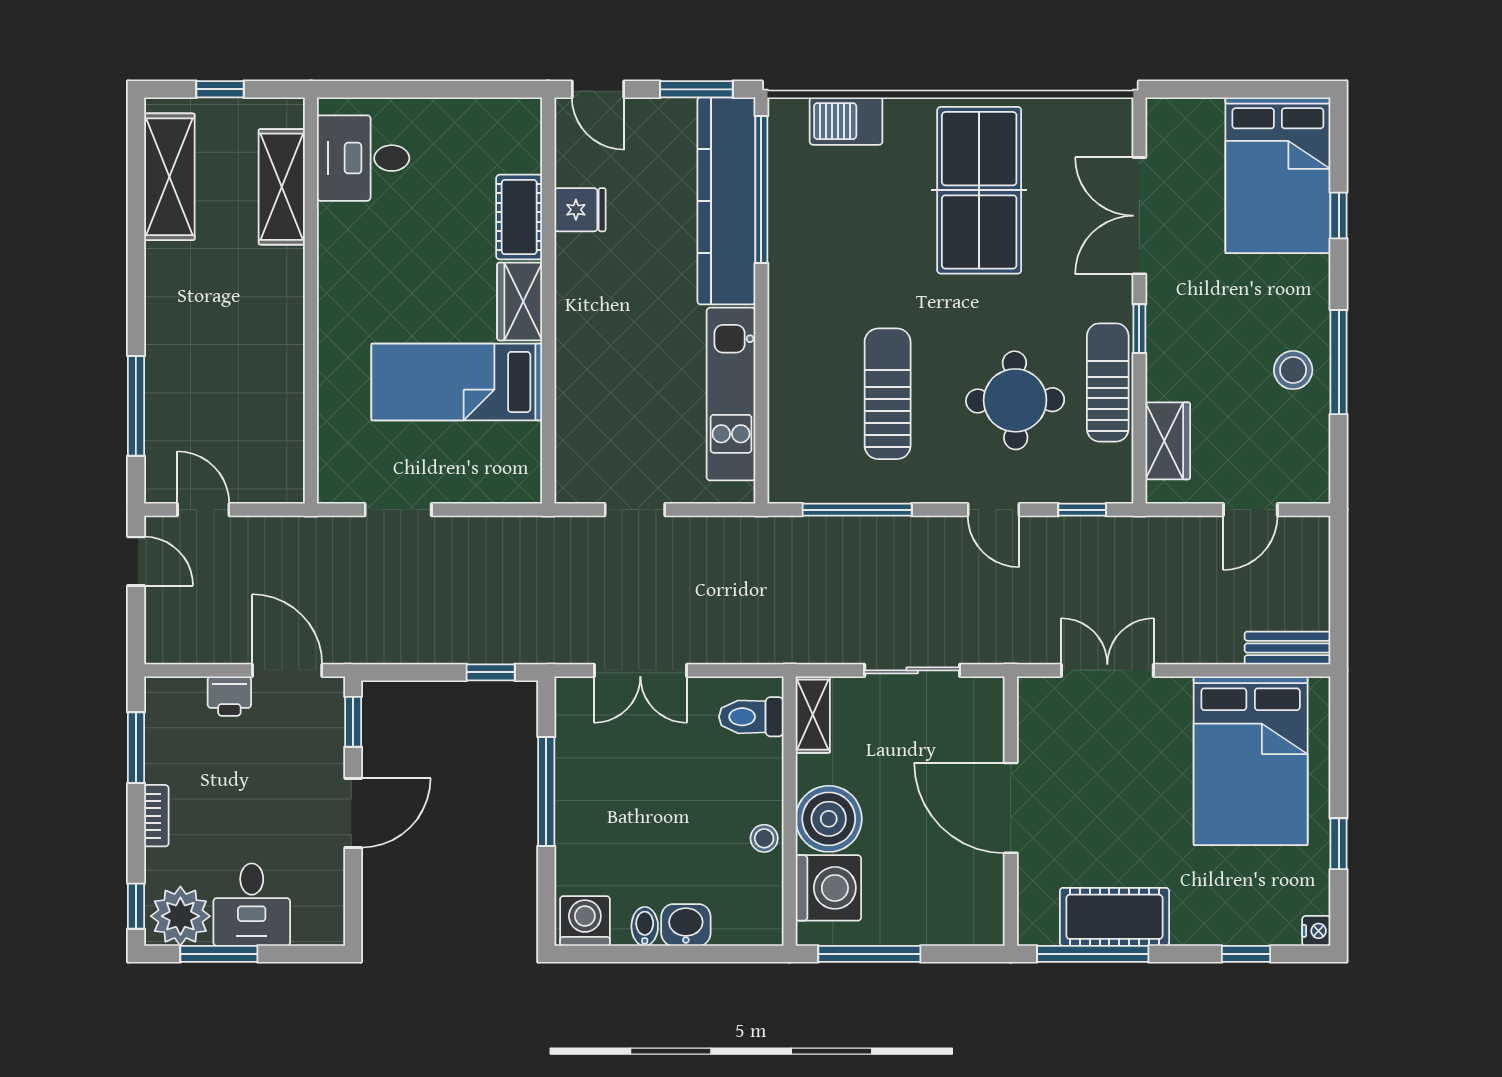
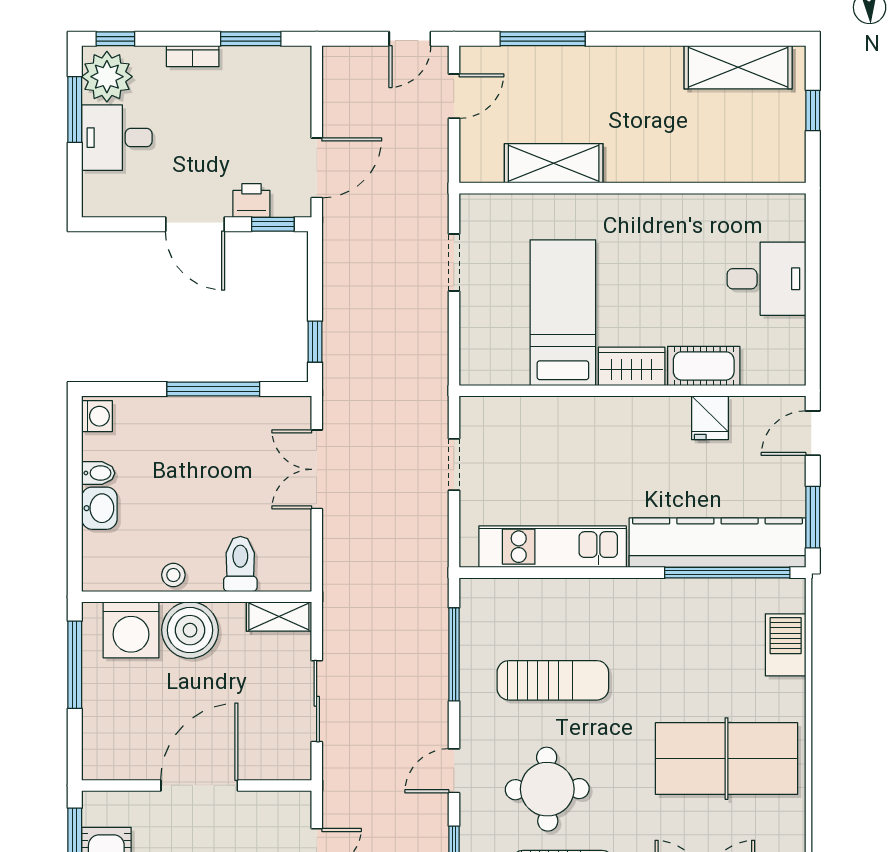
desk: (363, 158) -> (766, 279), moved, turned 90
shelving: (282, 187) -> (554, 163), moved
printer: (229, 696) -> (251, 201), moved, turned 90
toilet: (751, 717) -> (240, 564), moved
washing machine: (585, 921) -> (97, 416), width x0.73, depth x0.73

